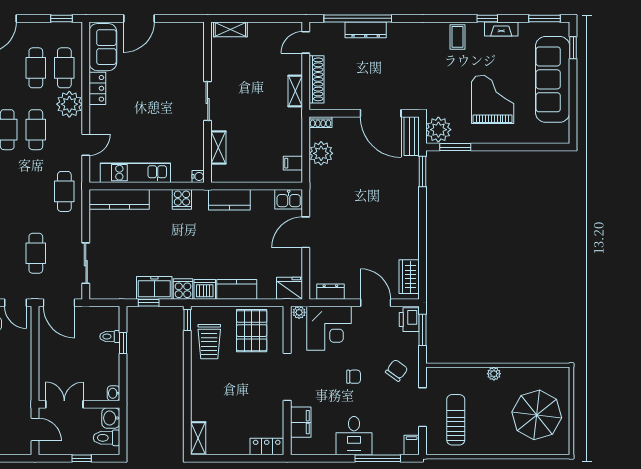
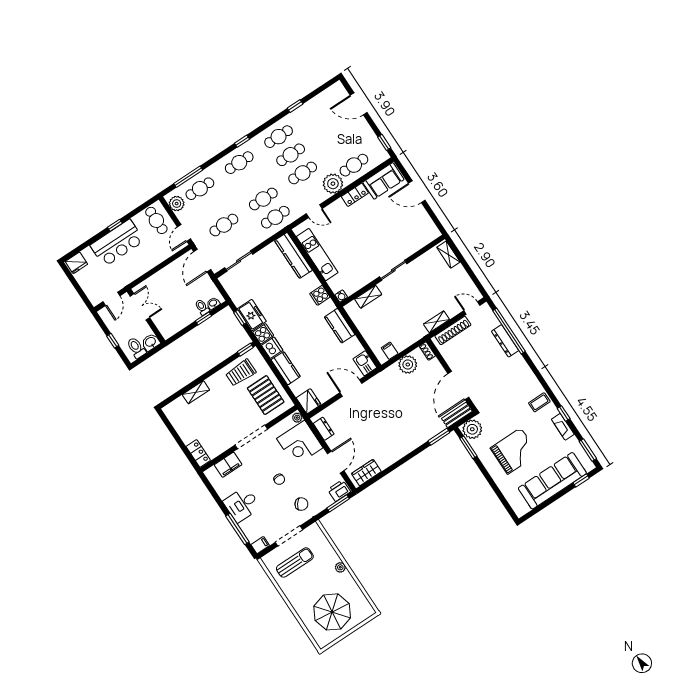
cafe table: (36, 68) -> (263, 199), moved
pallet: (252, 331) -> (266, 395), turned 90
washbasin: (114, 393) -> (213, 303), moved
shelving: (198, 438) -> (196, 392), moved

